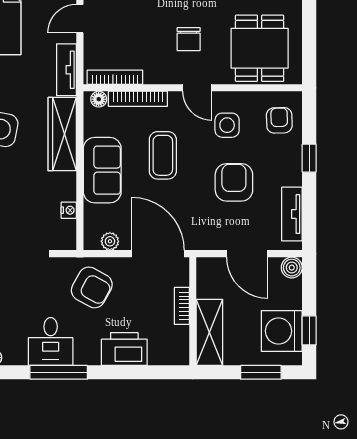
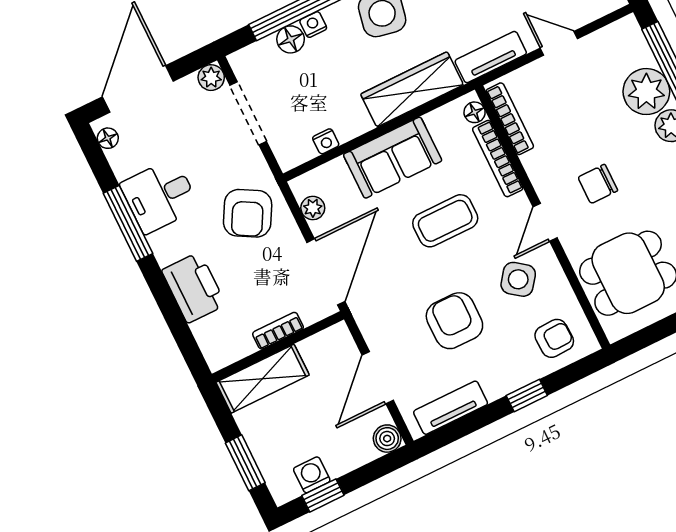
side table: (227, 125) -> (518, 279), turned 37
armchair: (234, 182) -> (454, 321), turned -90
washing machine: (282, 331) -> (312, 475), width x0.53, depth x0.53

